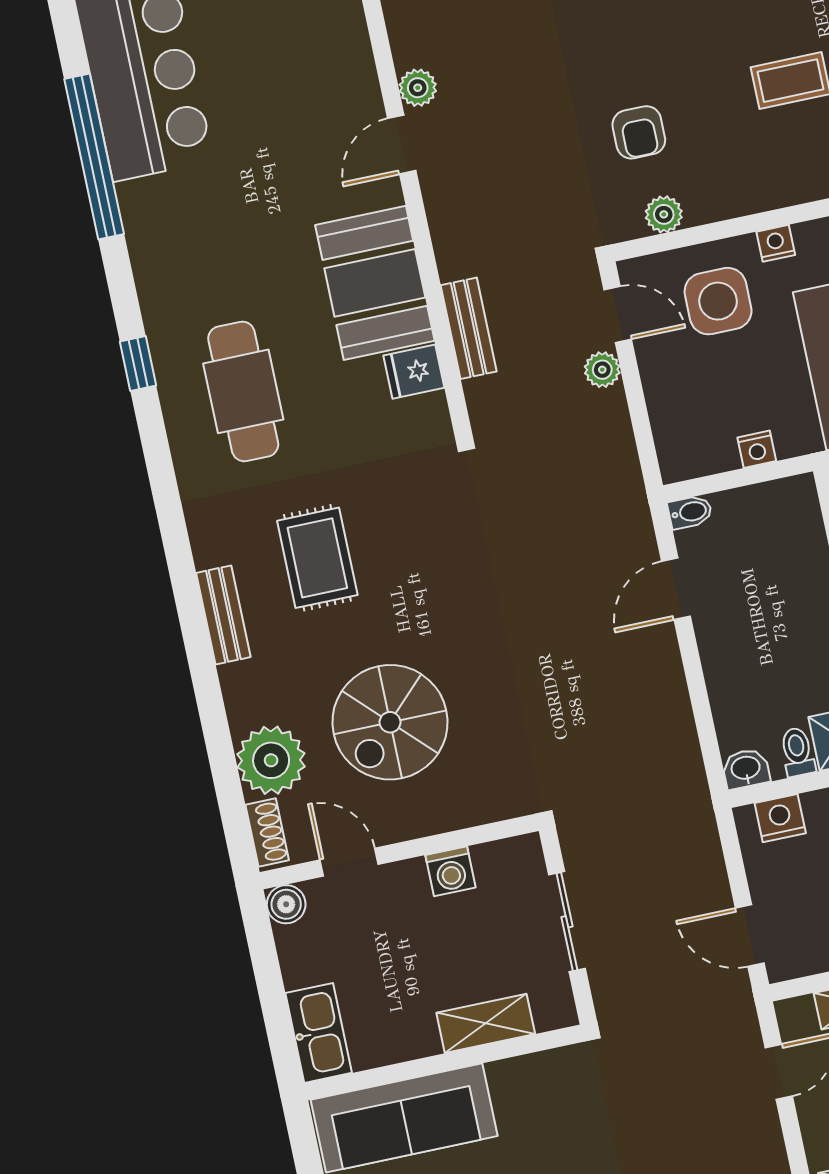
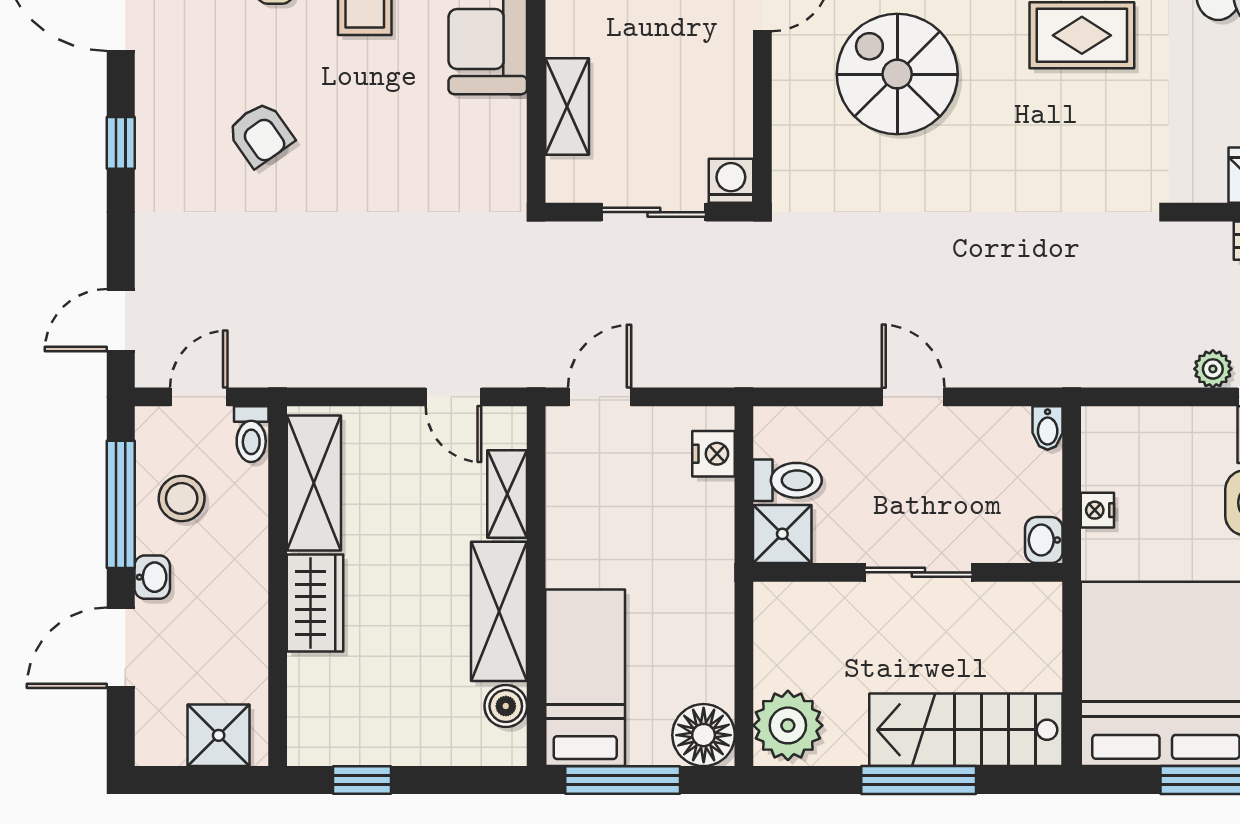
door: (676, 589) -> (913, 397), moved
toilet: (797, 752) -> (787, 480), width x1.37, depth x1.39
washbasin: (746, 769) -> (1044, 540), moved, turned 180
washing machine: (450, 871) -> (731, 181), moved, turned 90

